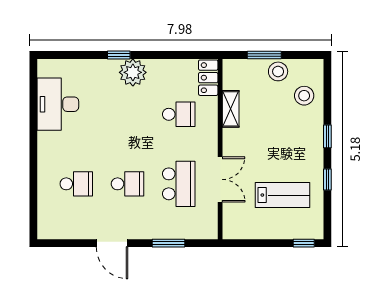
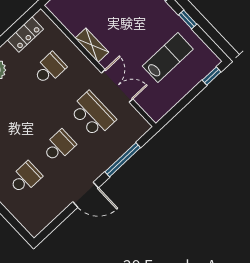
locker: (208, 78) -> (25, 34), moved, turned -90
shelving: (231, 109) -> (92, 45), moved
window: (168, 243) -> (123, 160), width x1.44

